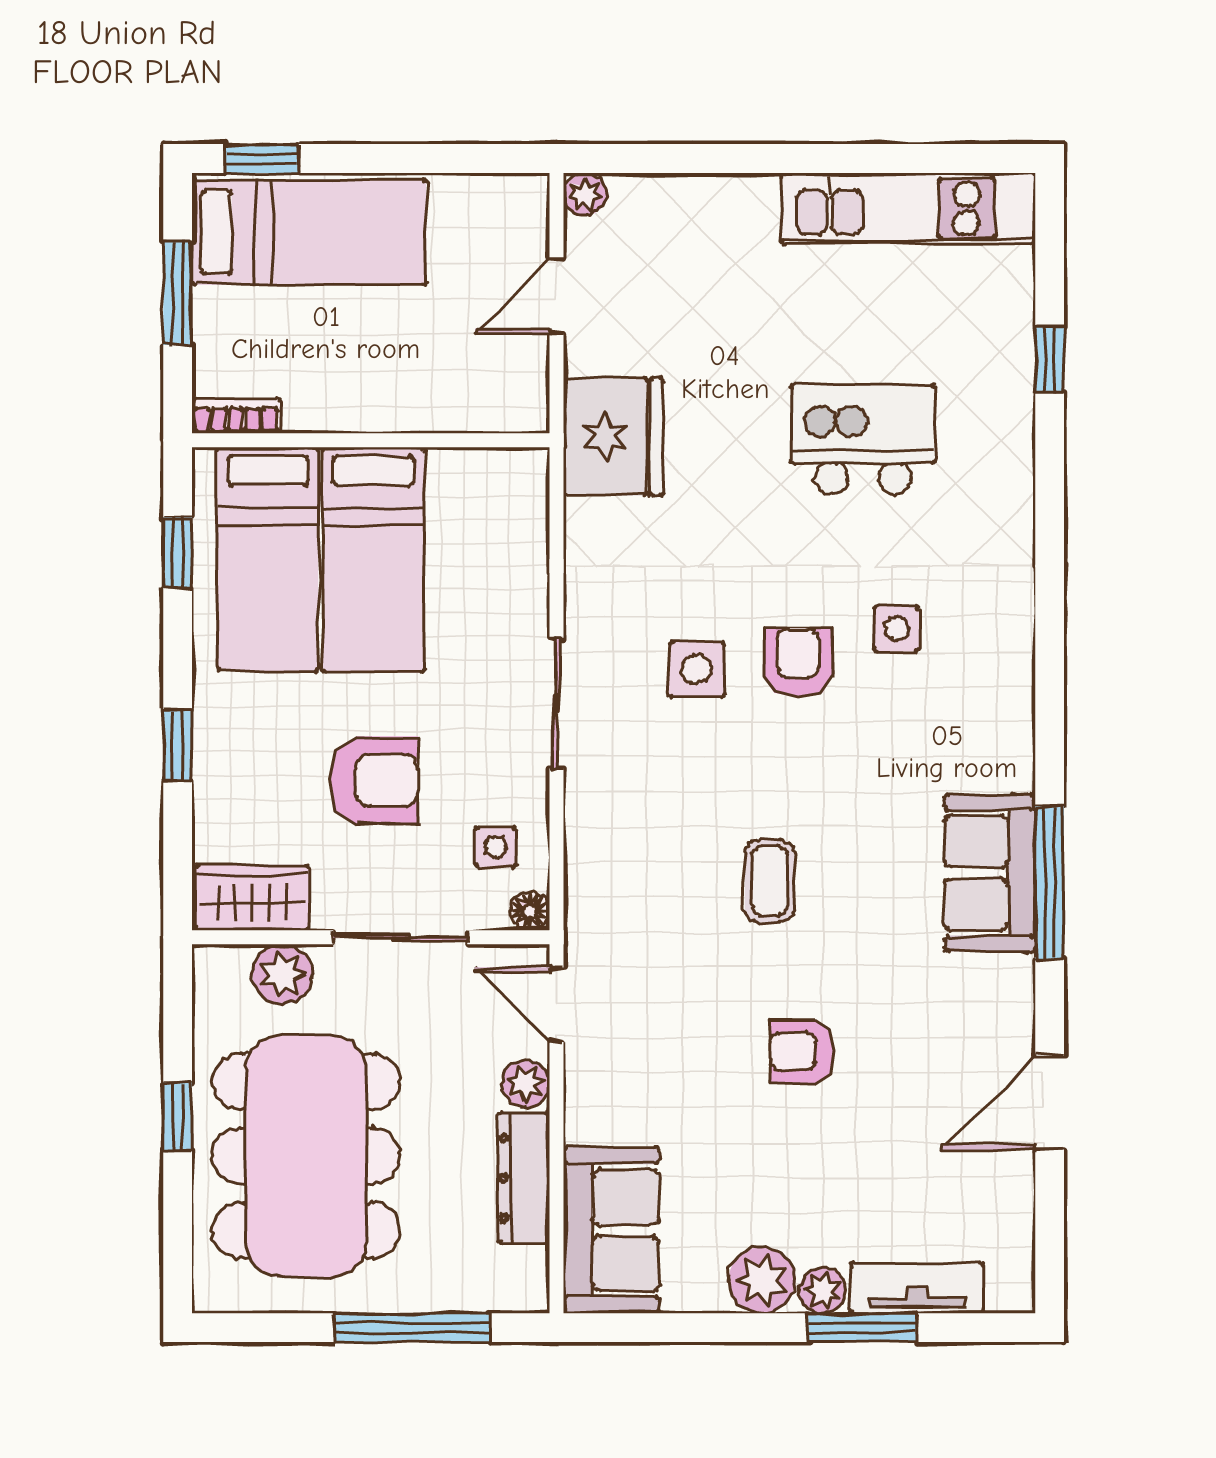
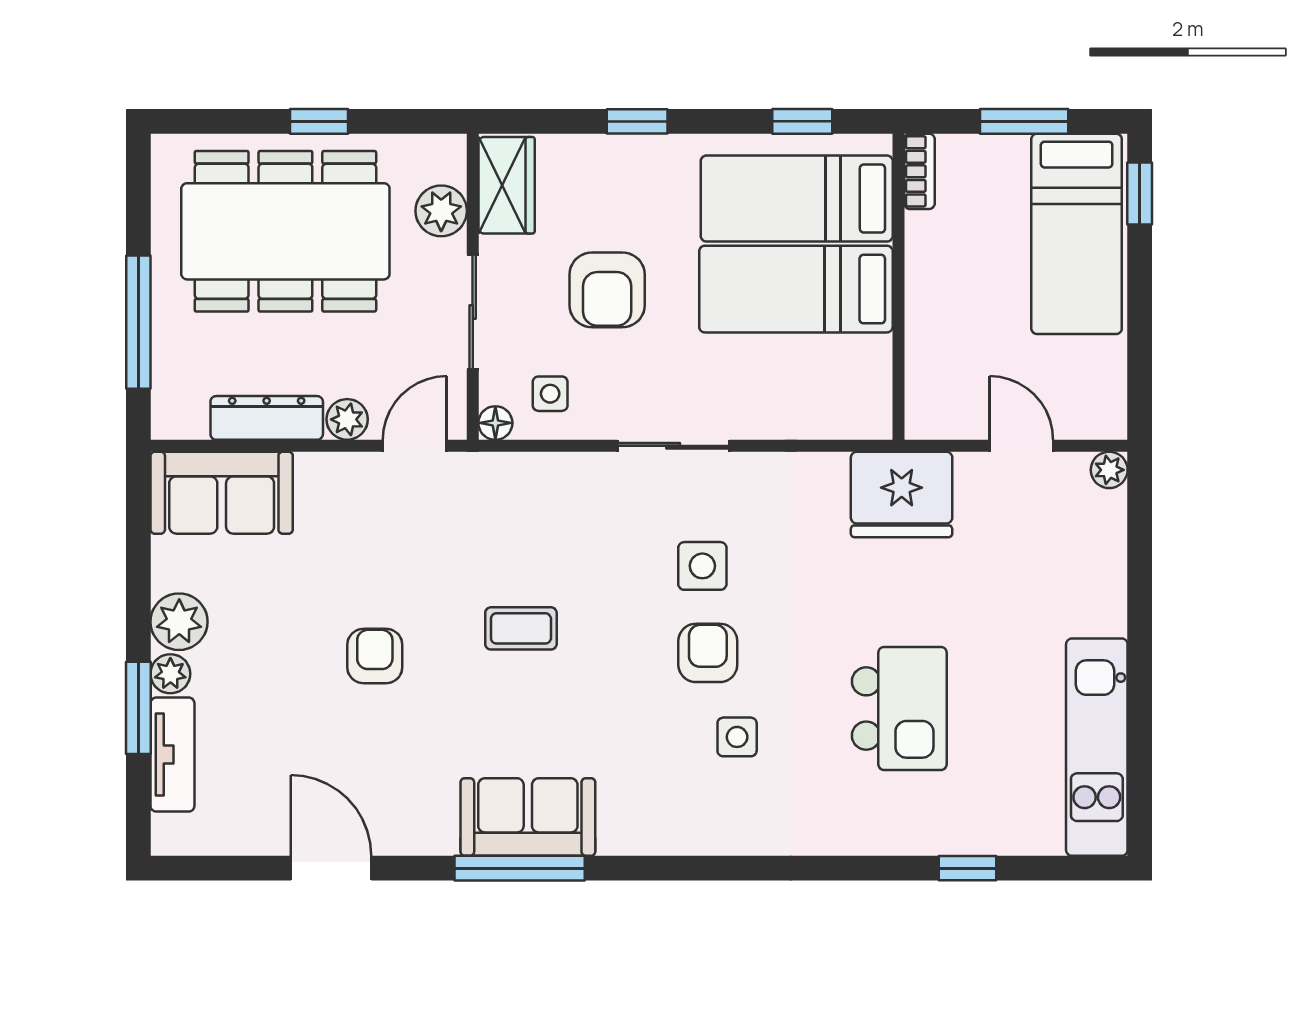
armchair: (798, 663) -> (708, 653), turned -90

